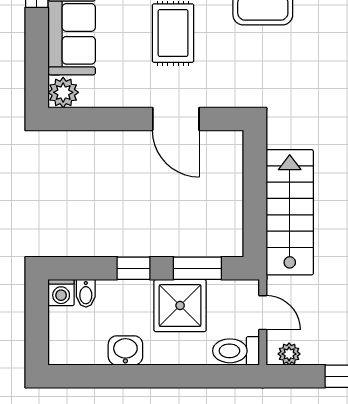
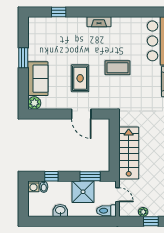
window: (133, 268) -> (51, 176), moved
plant: (289, 354) -> (143, 212), moved

